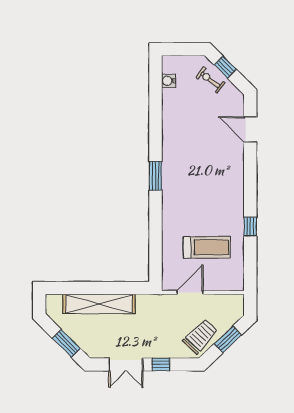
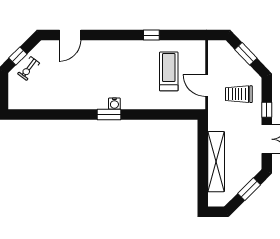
water cooler: (168, 81) -> (114, 104), moved
trolley: (200, 336) -> (239, 94), moved, turned -44

